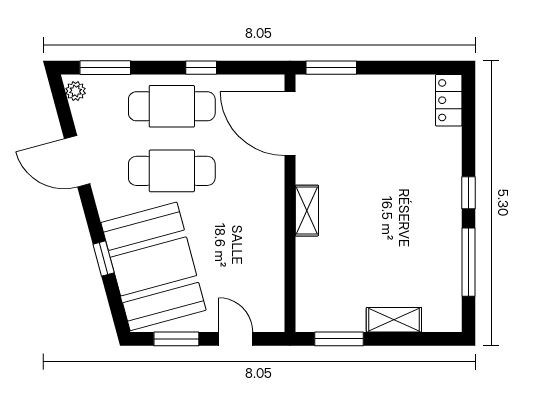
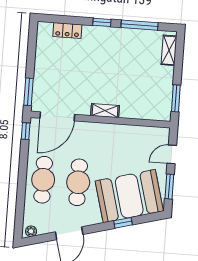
window: (105, 68) -> (20, 214), removed
window: (201, 68) -> (26, 131), moved
locker: (449, 100) -> (67, 31), moved
shelving: (394, 320) -> (169, 50), moved

